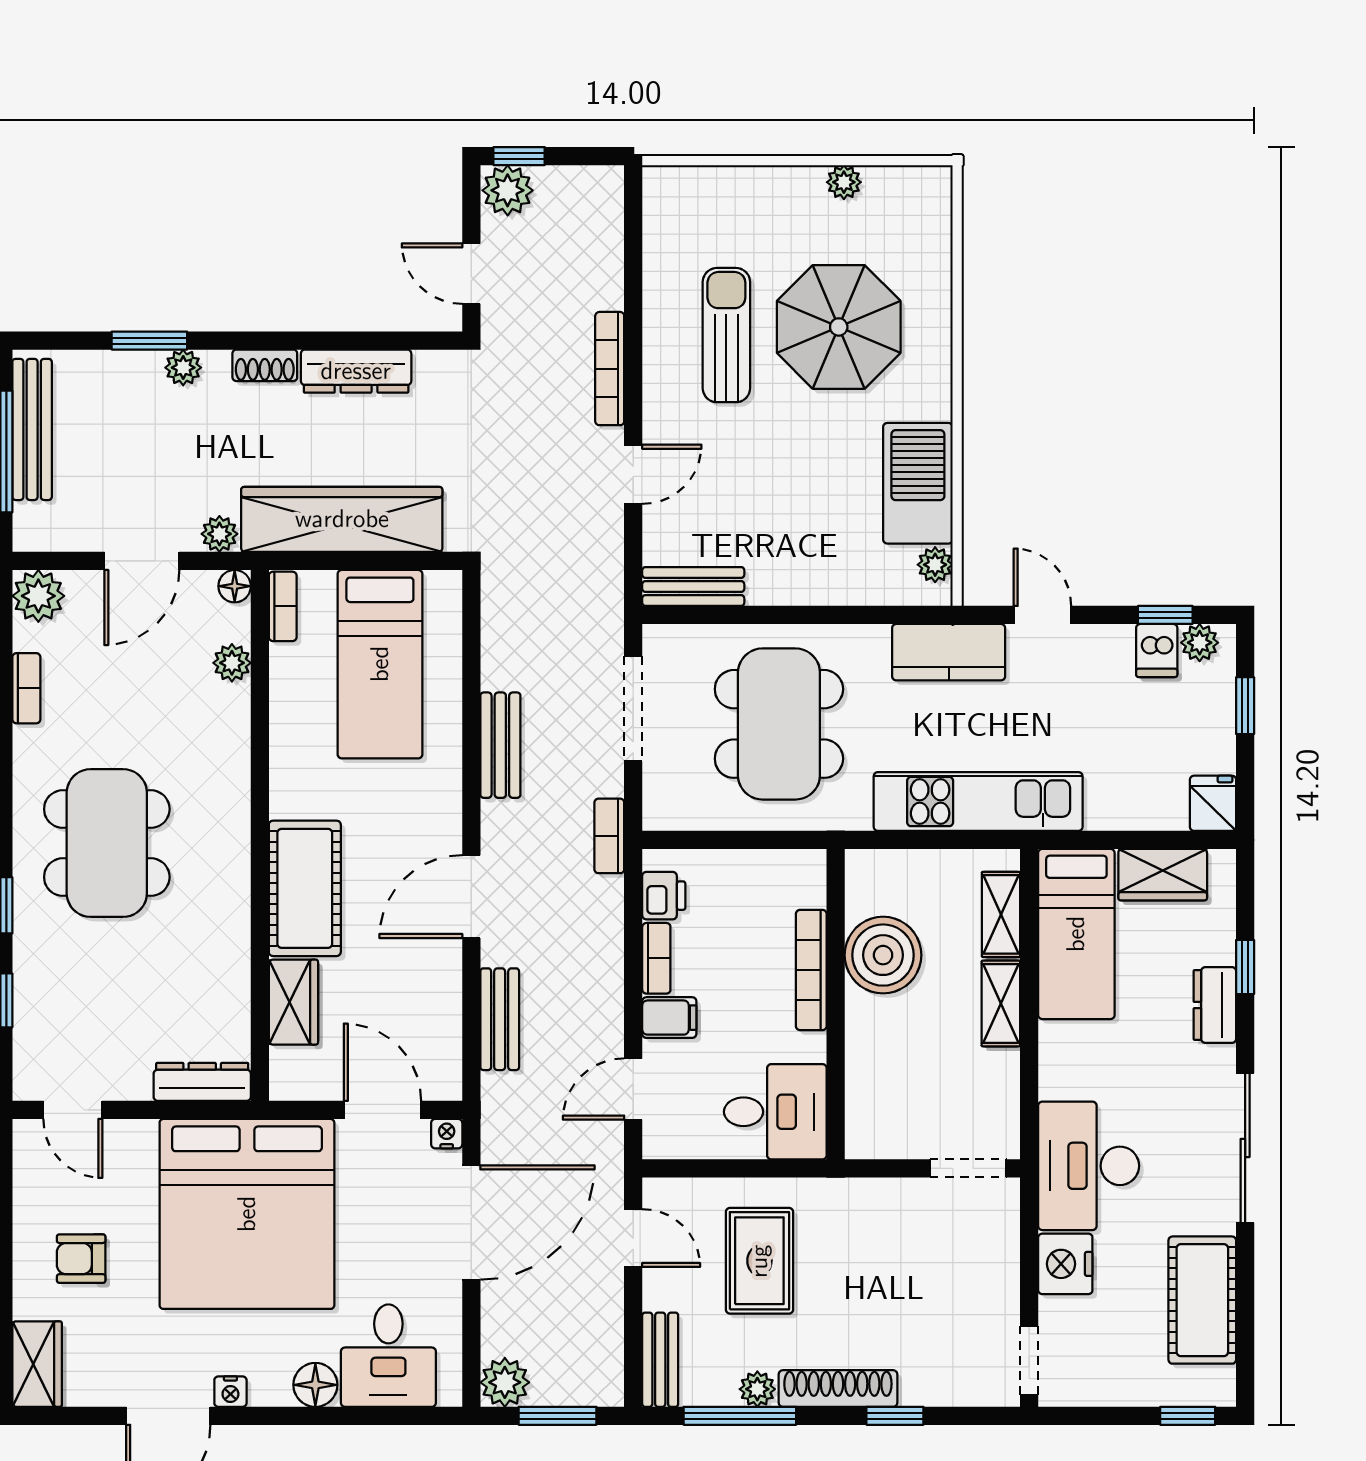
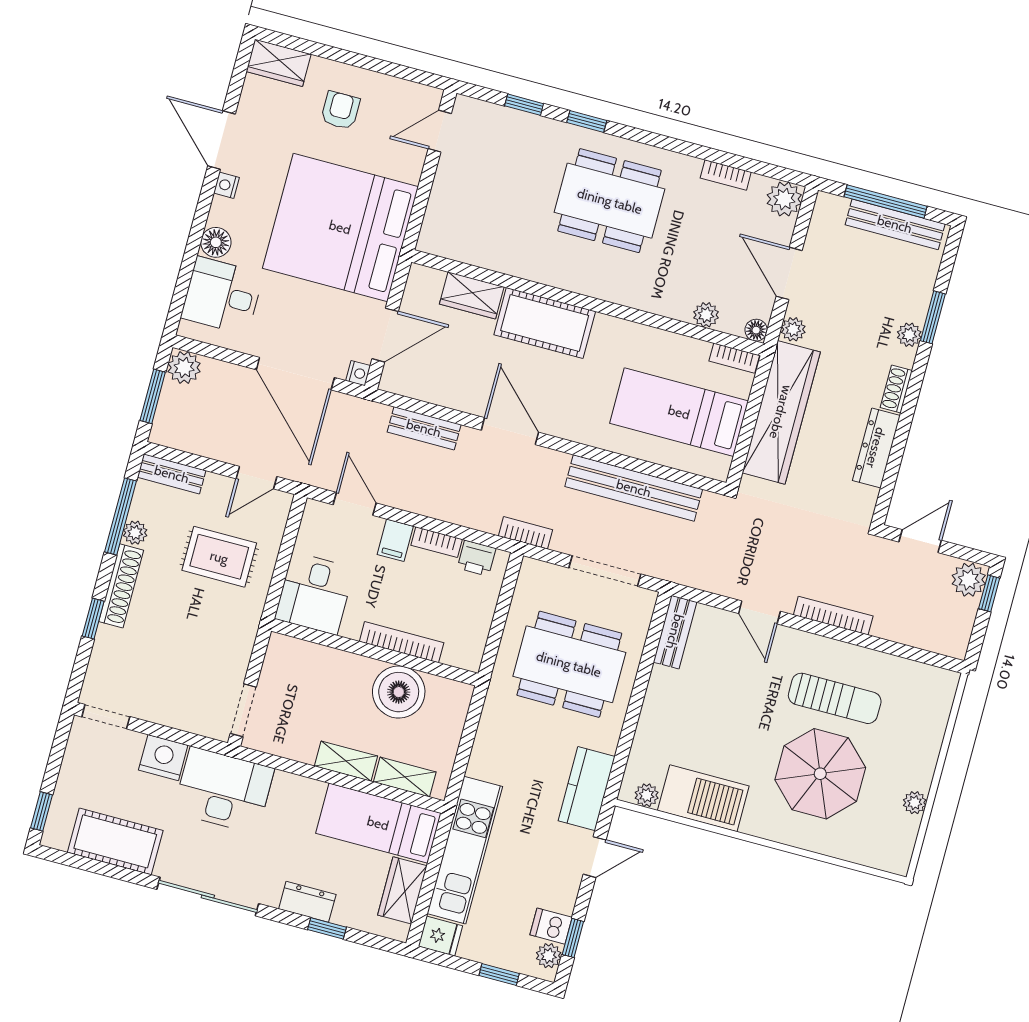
bench: (500, 745) -> (634, 488), width x1.86, depth x1.21
kitchen unit: (978, 802) -> (465, 850), moved
dresser: (202, 1082) -> (435, 221), removed

